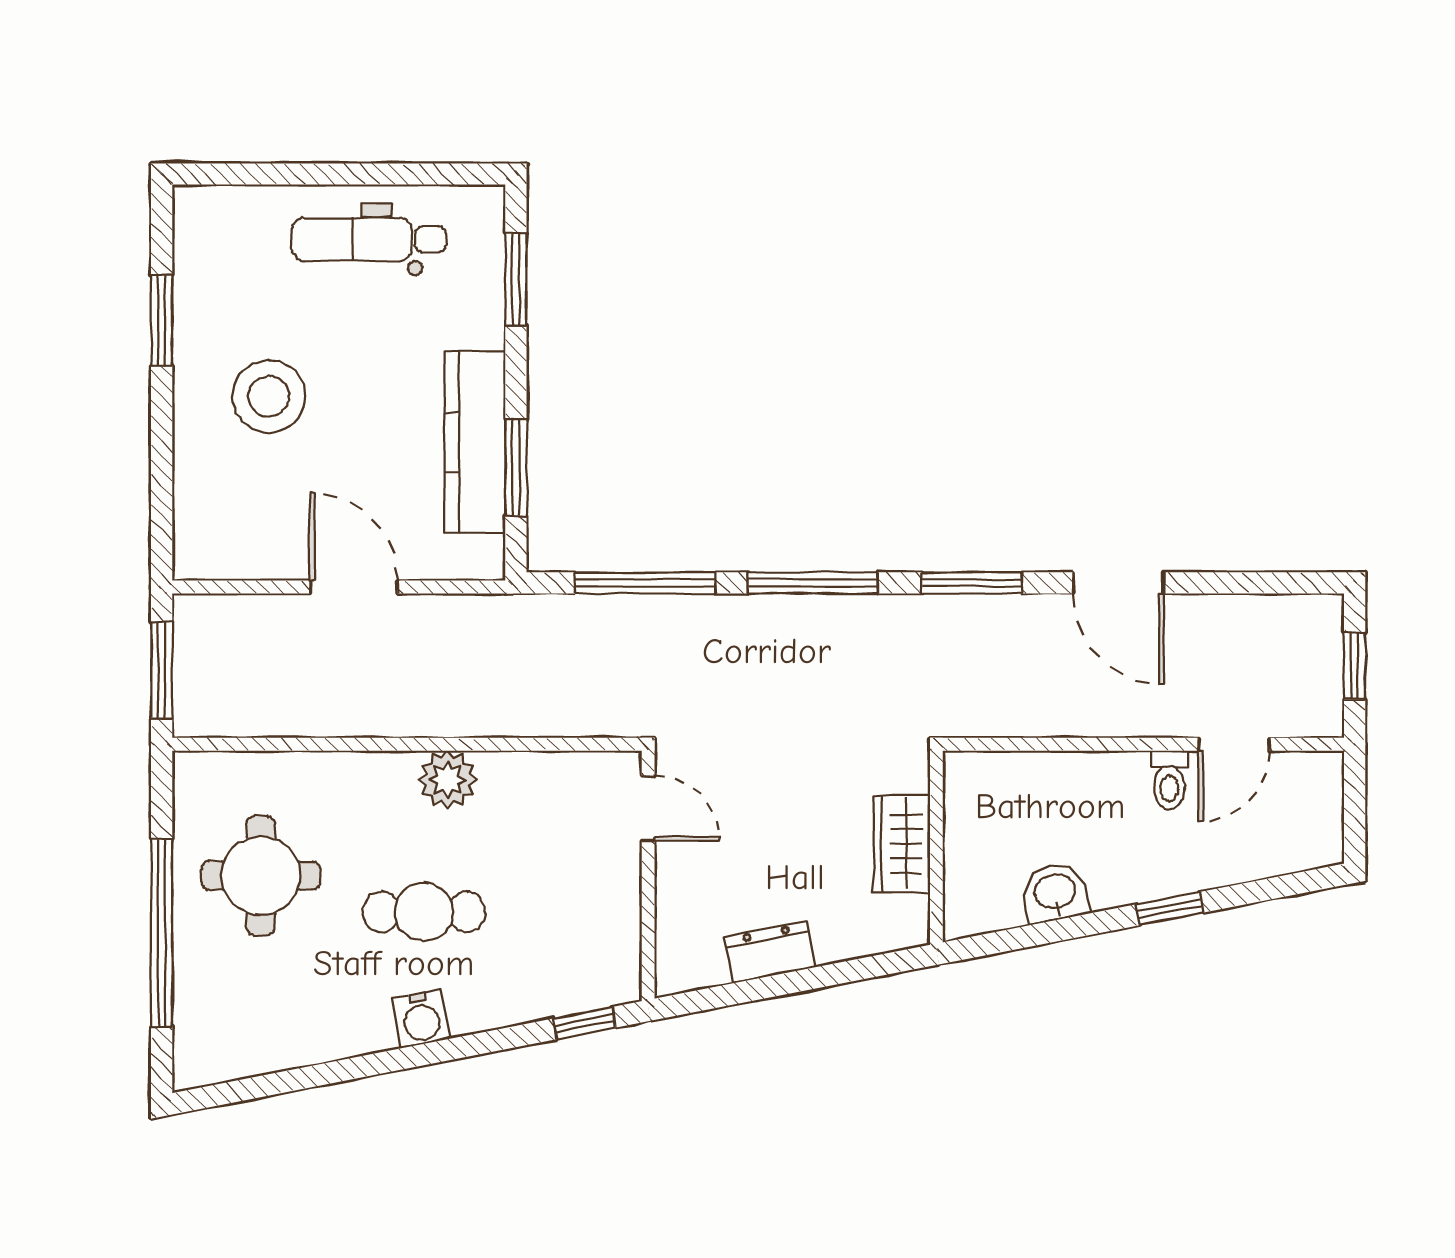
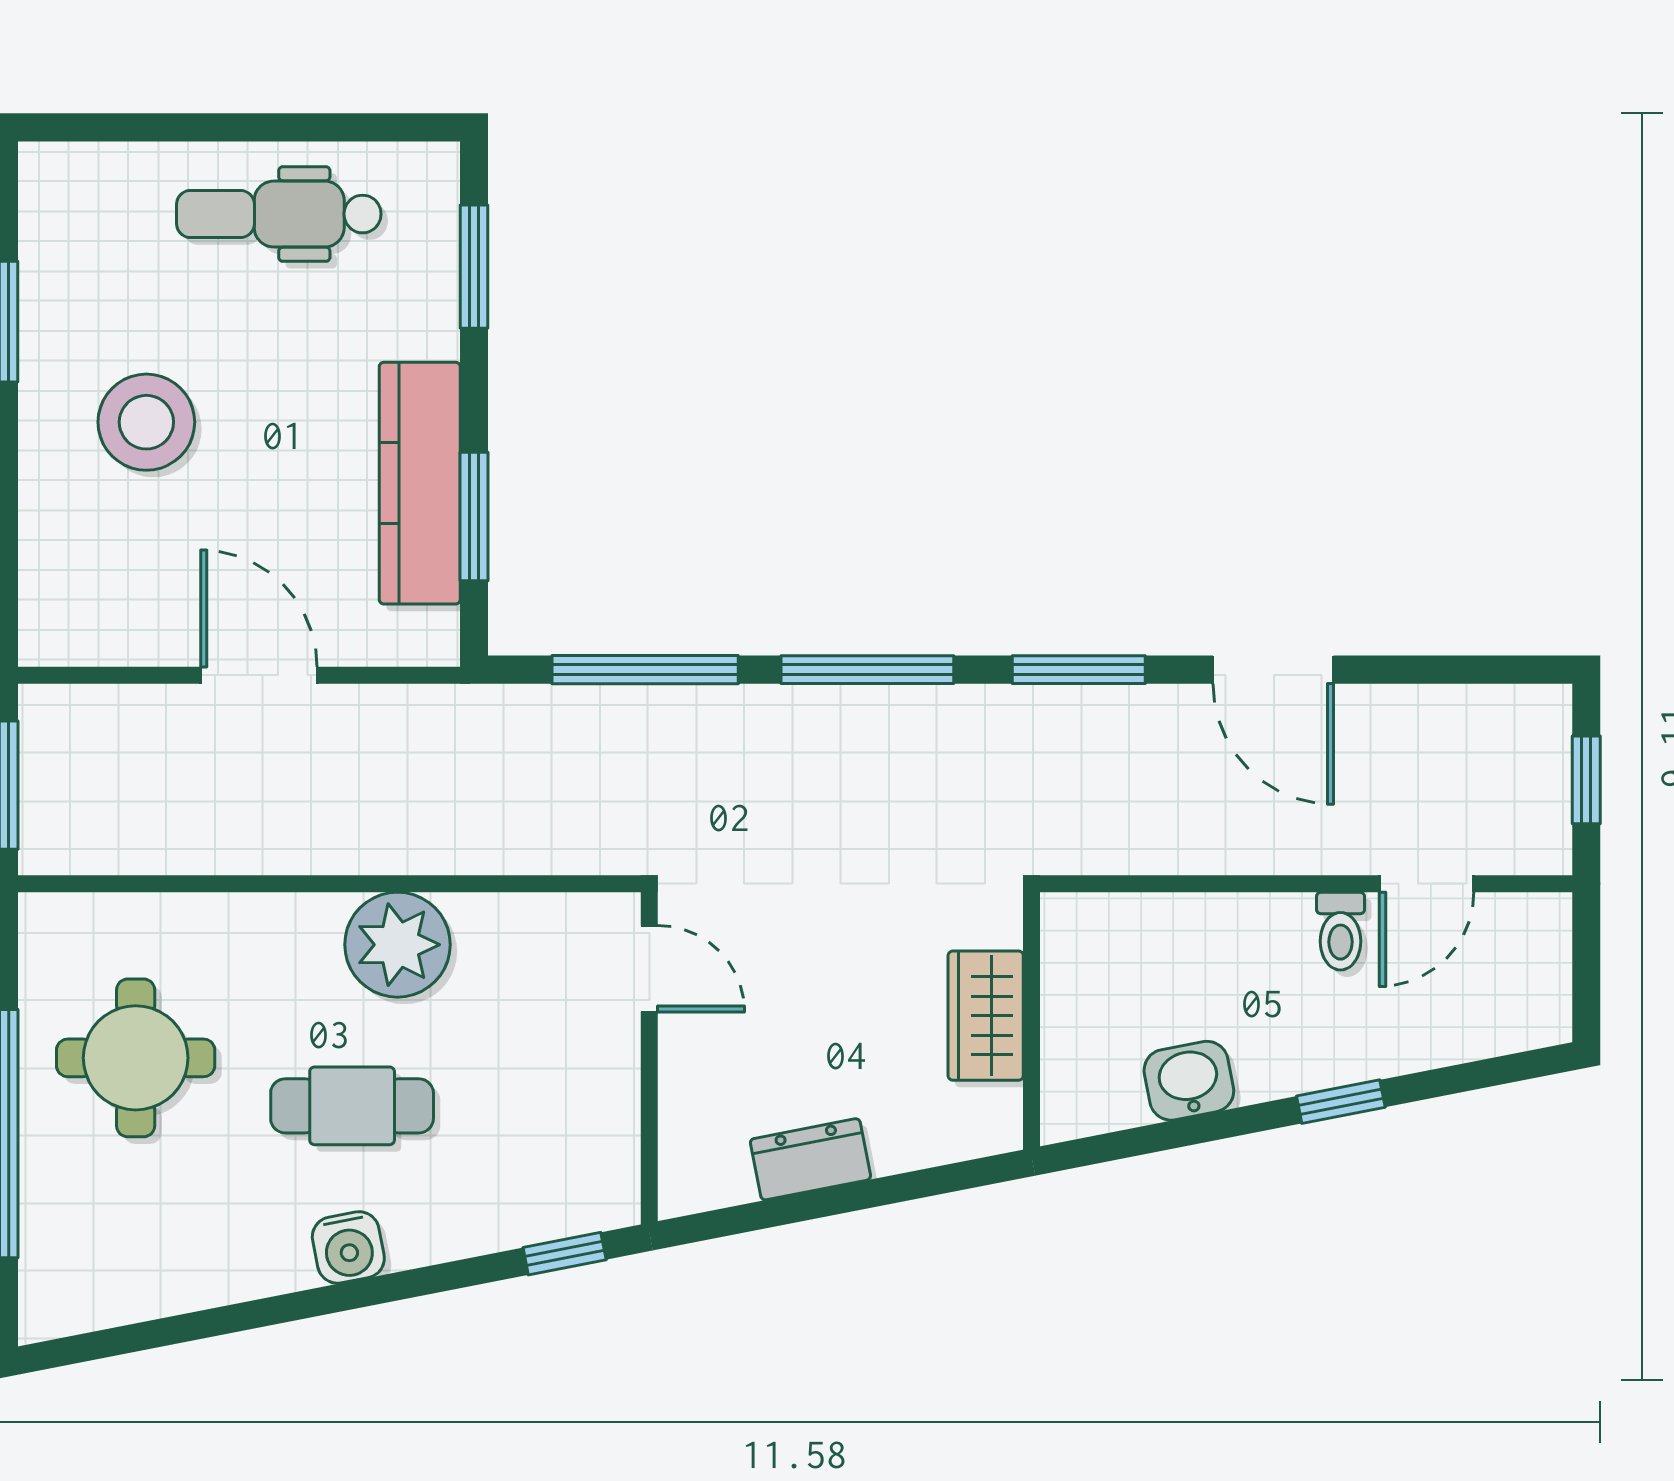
plant: (448, 780) -> (397, 945), width x1.36, depth x1.36

